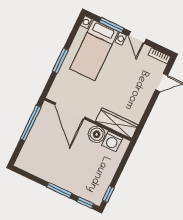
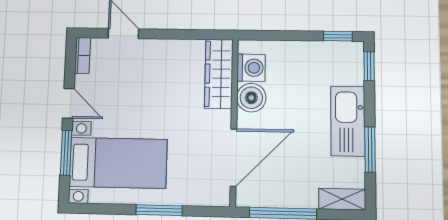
door: (137, 37) -> (68, 103), hinge flipped
shelving: (24, 156) -> (342, 199), added
kitchen sink: (62, 178) -> (348, 121), added
window: (59, 190) -> (370, 150), moved

